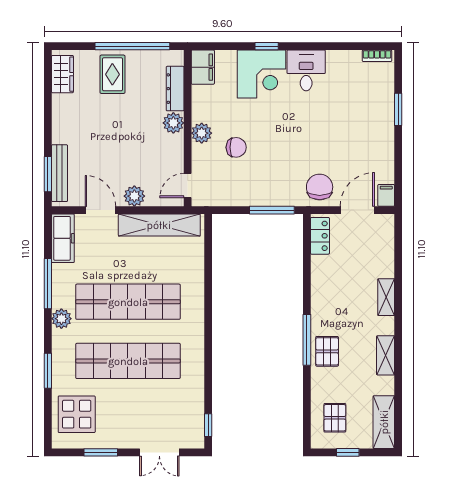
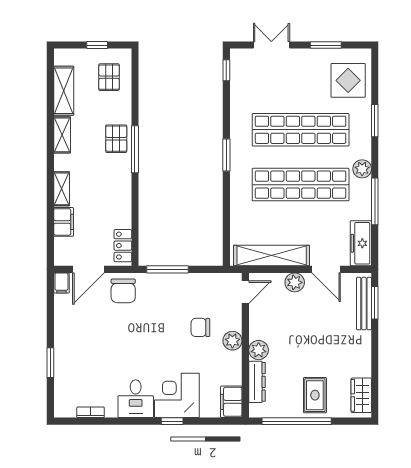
bookcase: (377, 56) -> (91, 412), moved
filing cabinet: (384, 261) -> (64, 222), added
window: (208, 334) -> (226, 155), added
shelving: (384, 422) -> (64, 91), moved

